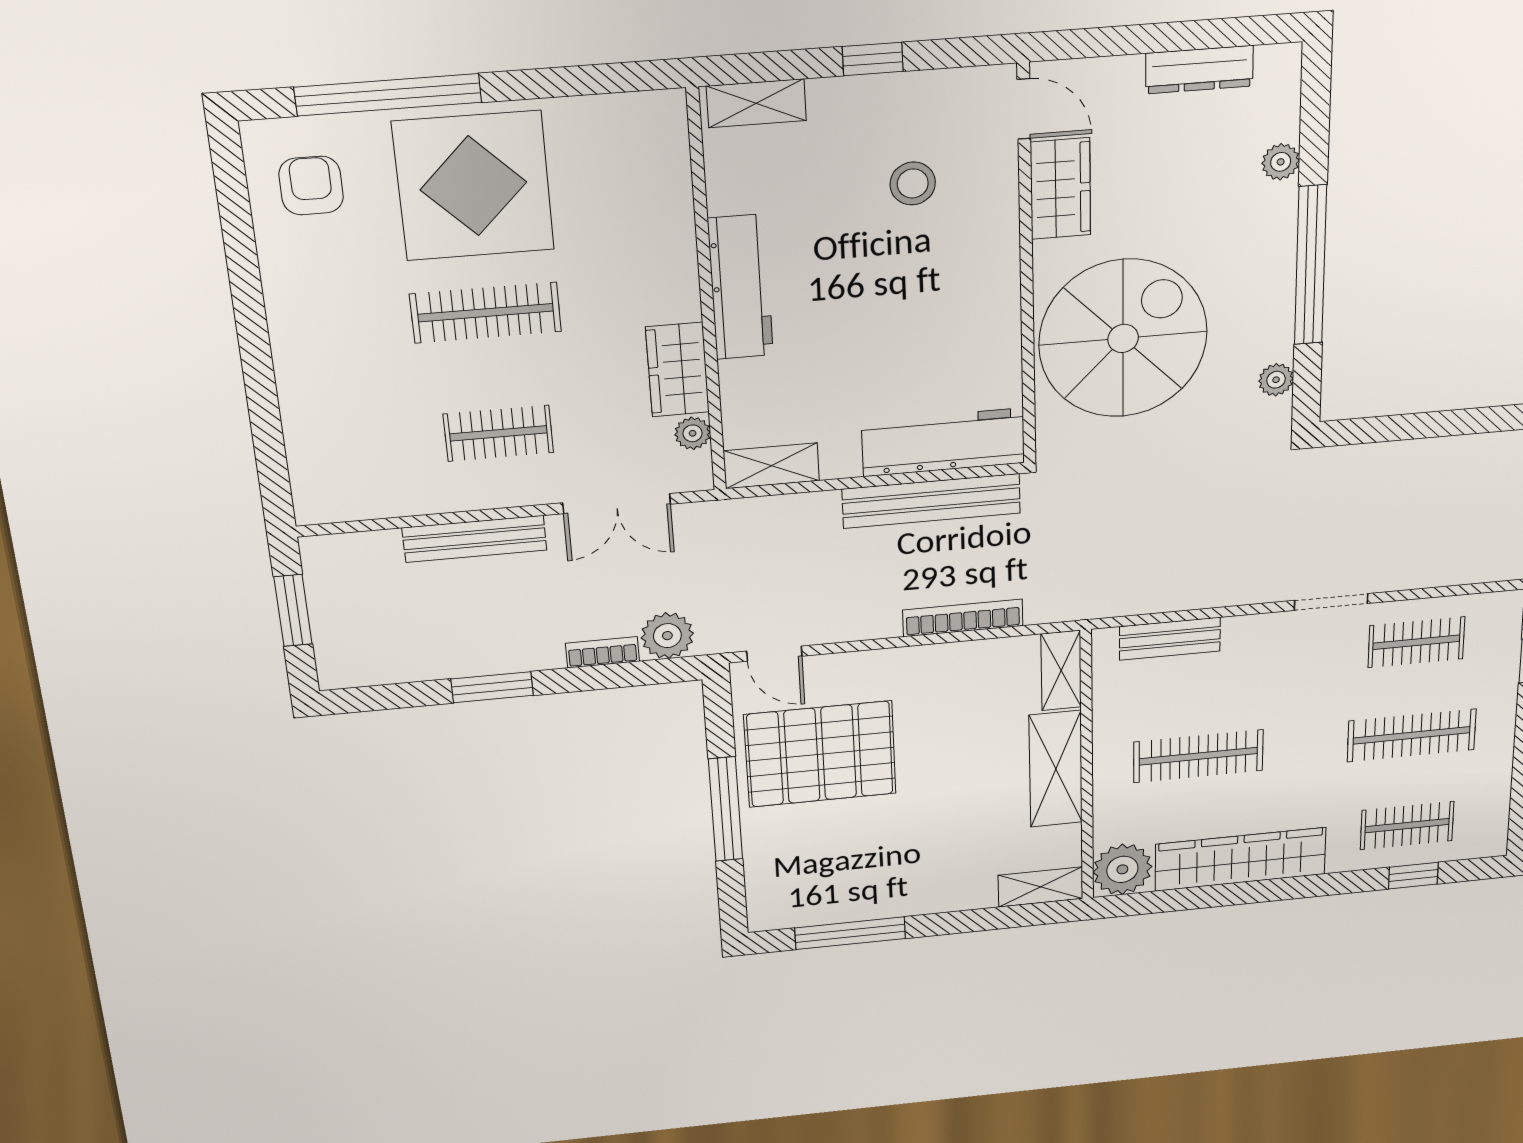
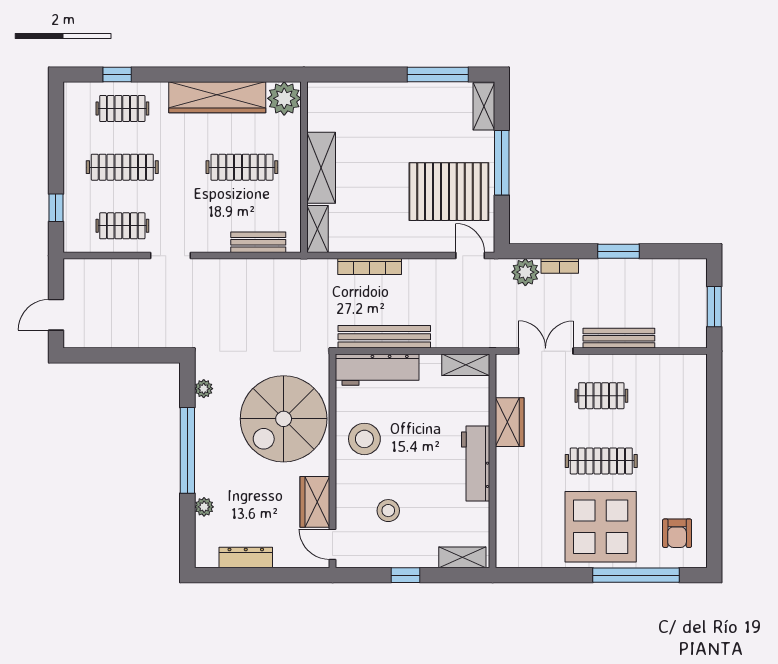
stool: (965, 315) -> (364, 439), added
plant: (693, 433) -> (505, 387), removed
shelving: (1041, 887) -> (484, 106), moved, turned 90

